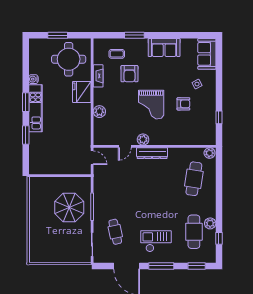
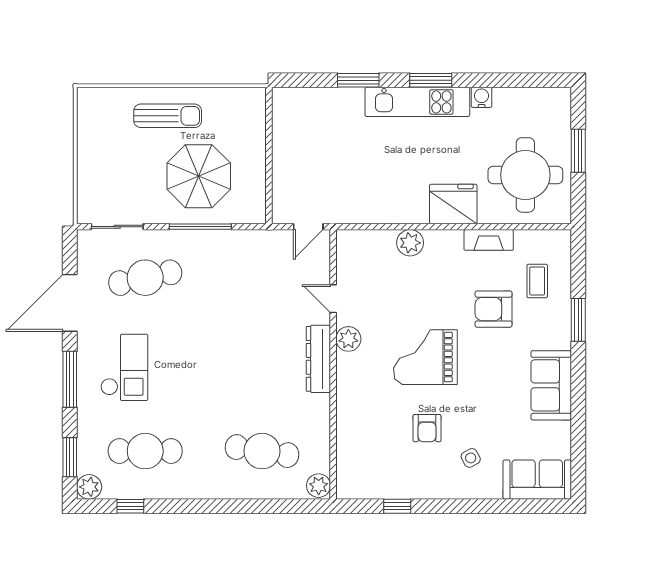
sun lounger: (42, 222) -> (168, 116), added
plant: (210, 223) -> (89, 487), moved
cafe table: (115, 232) -> (145, 278), width x1.37, depth x1.35

